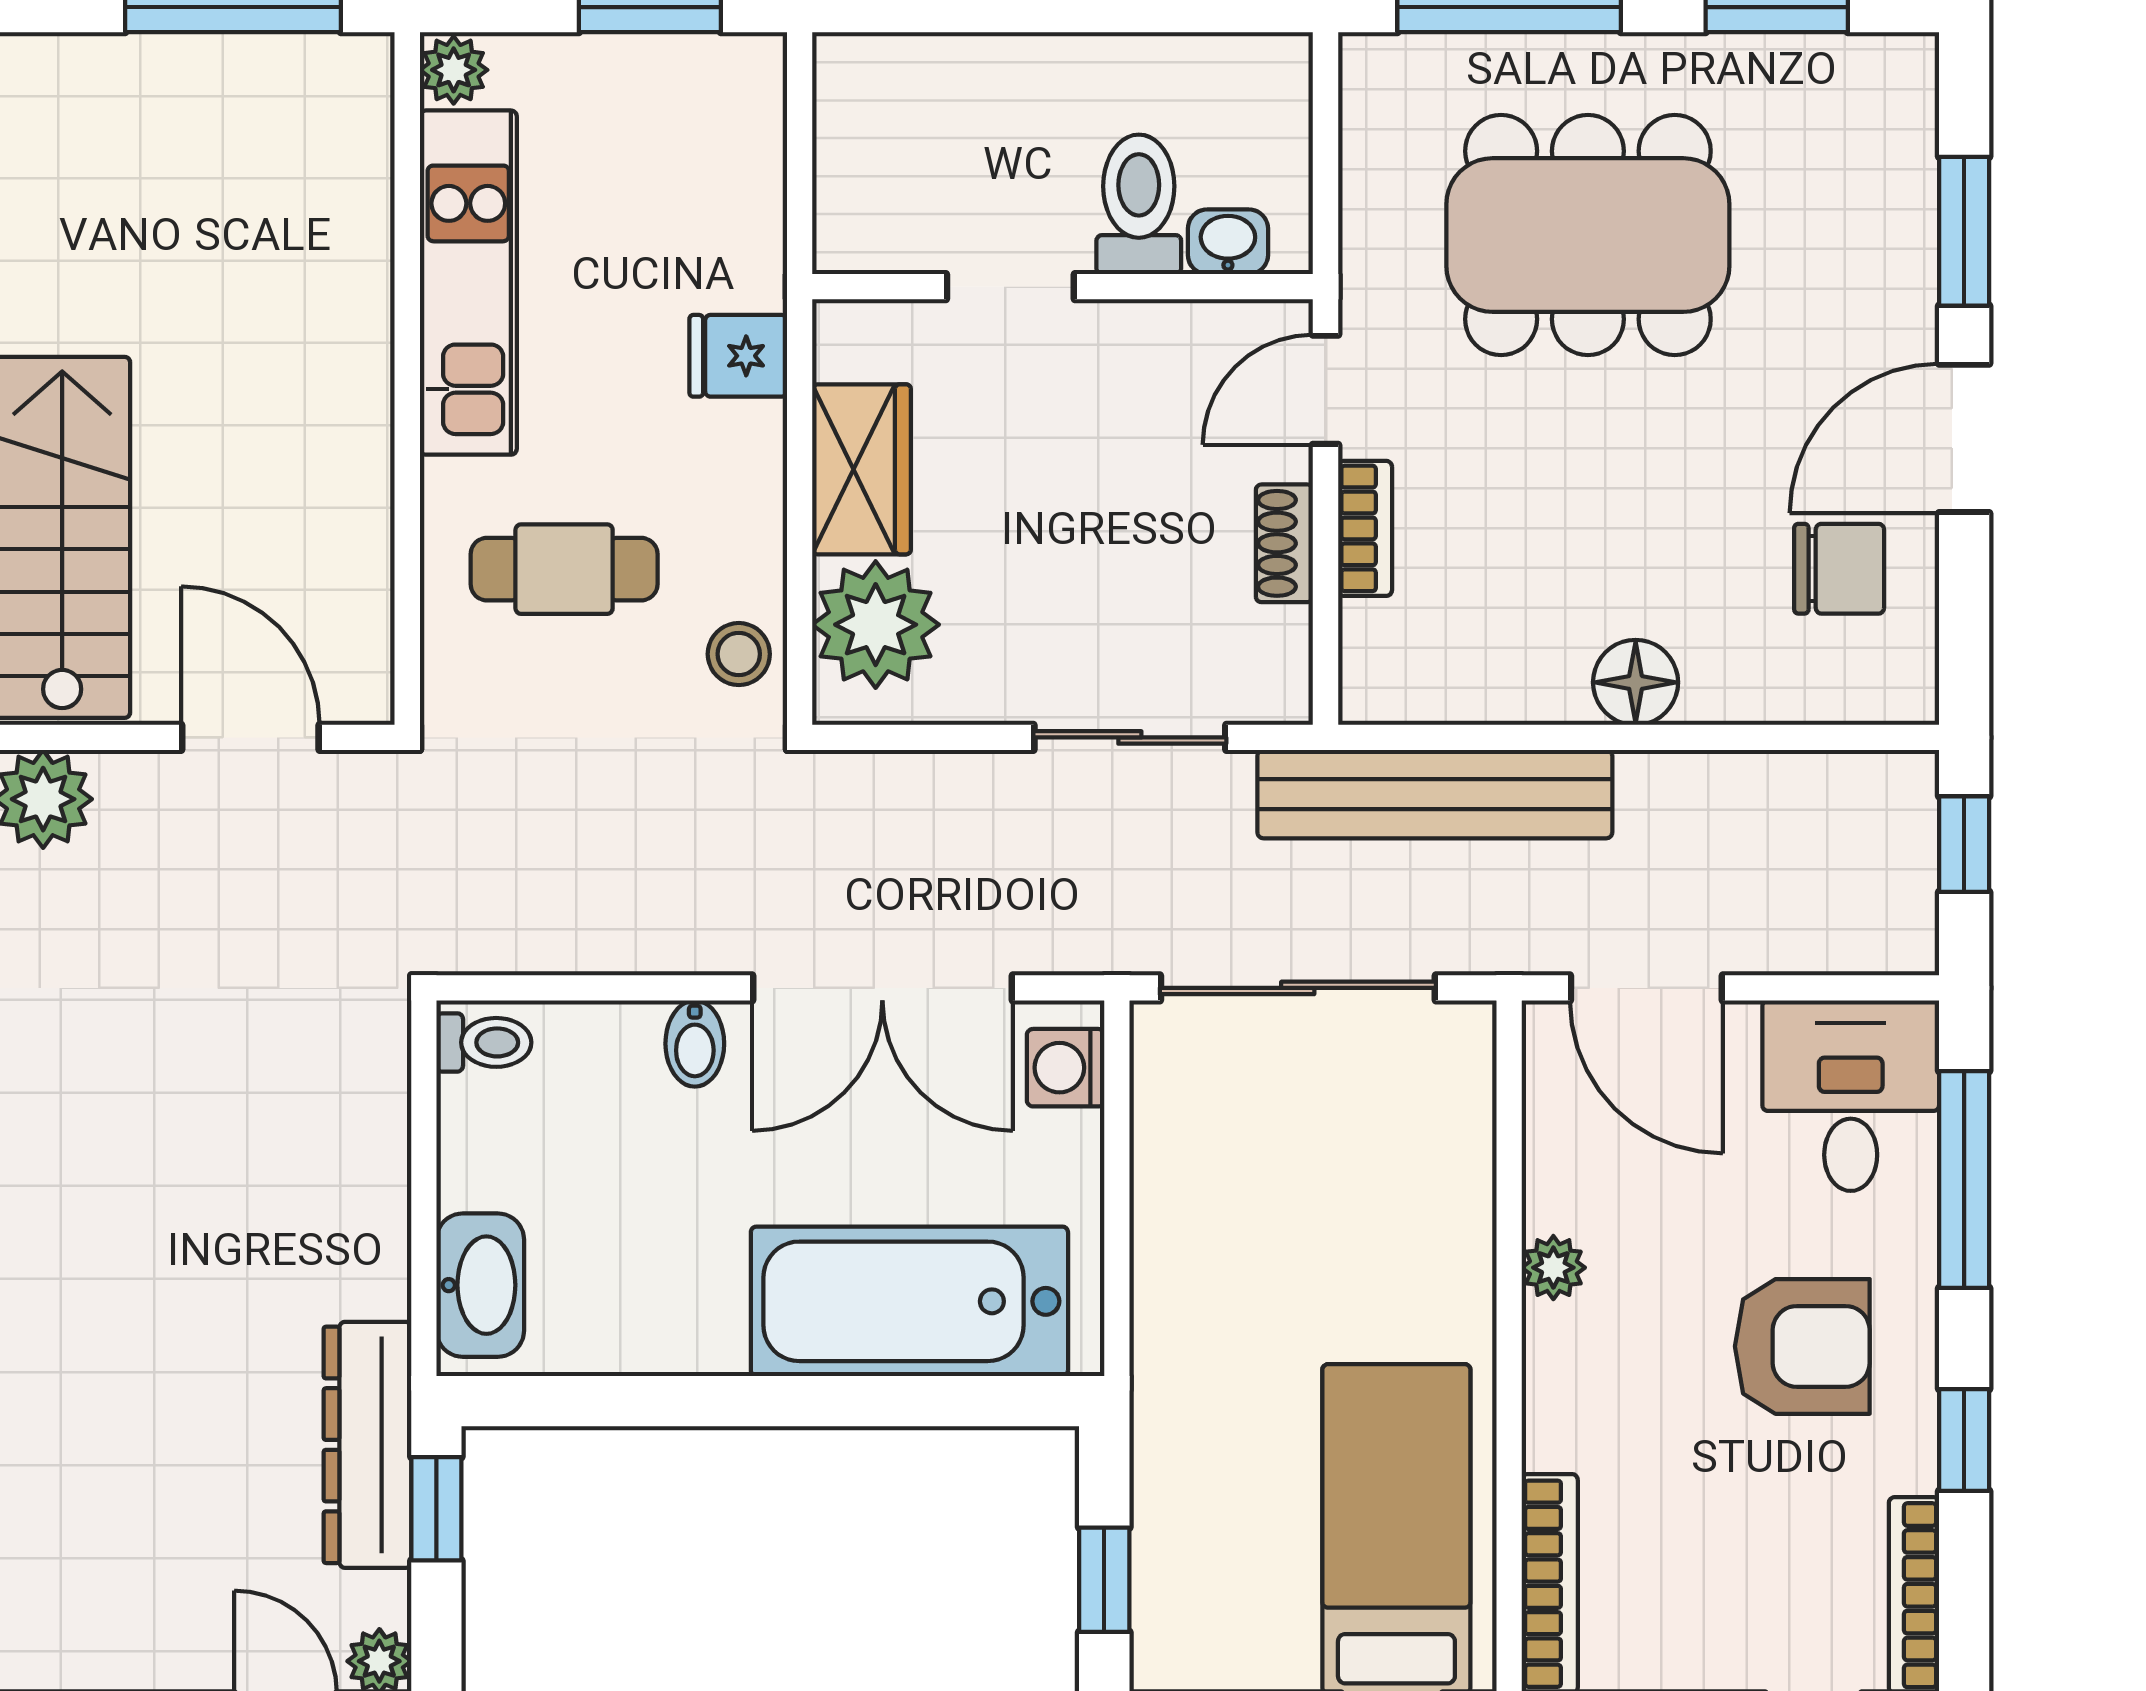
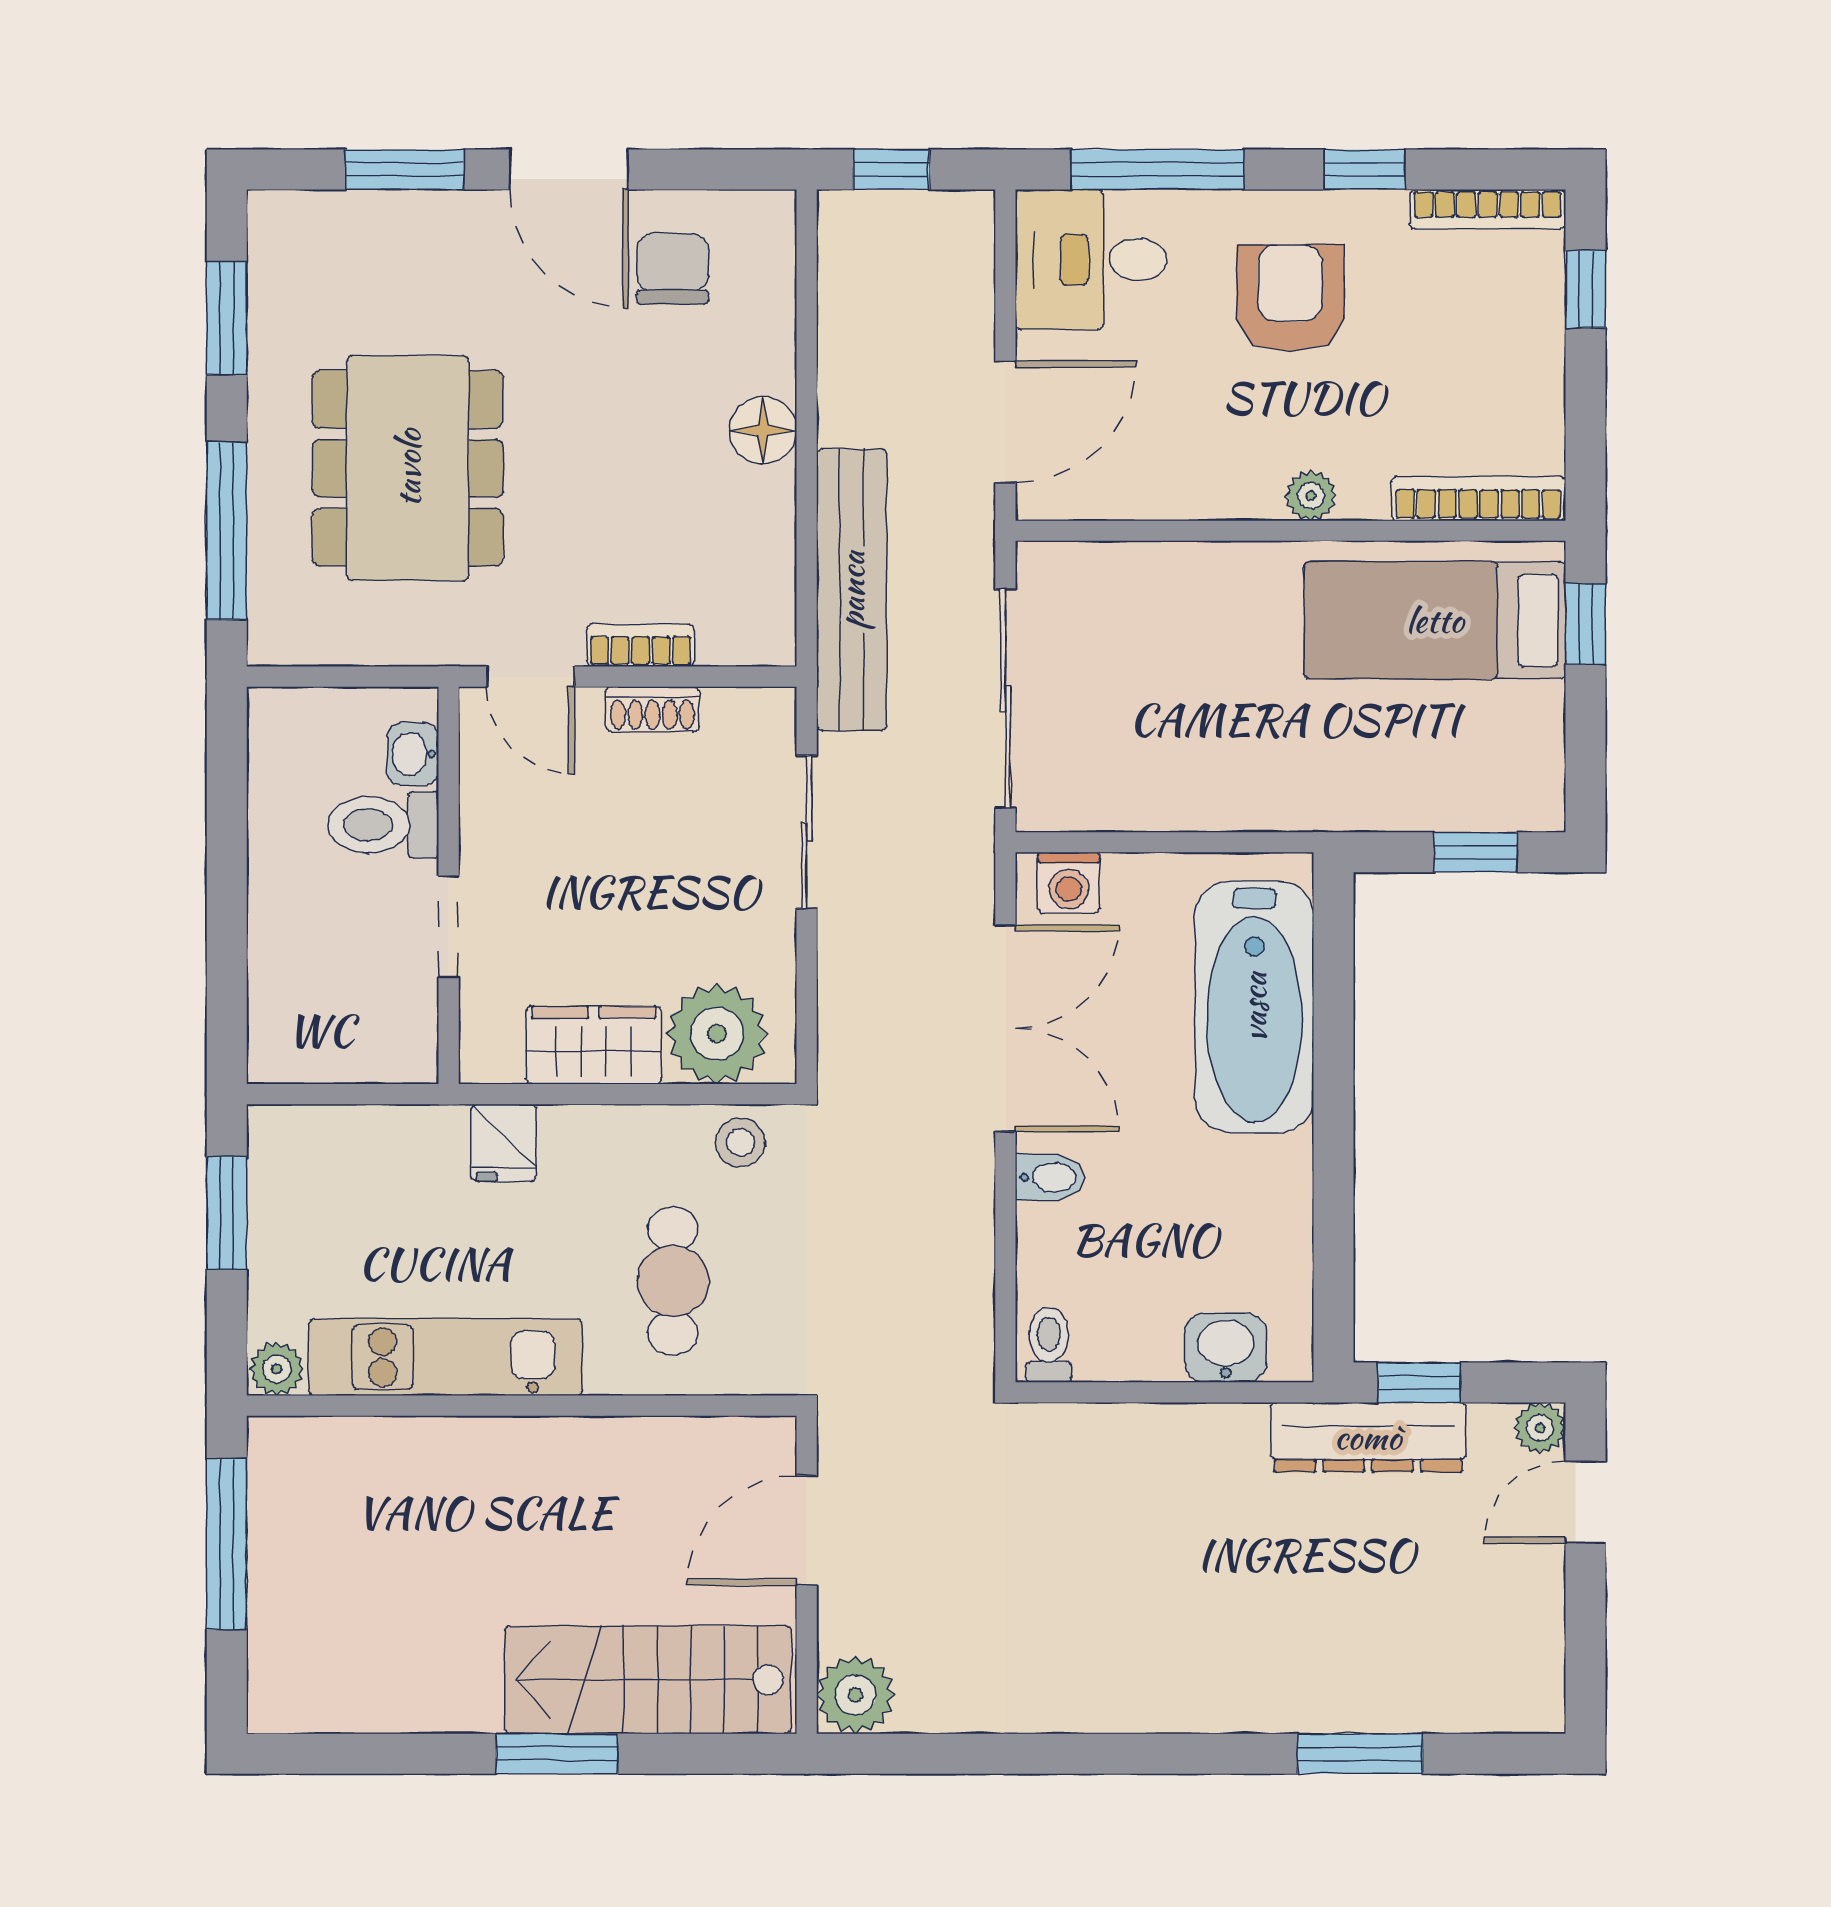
plant: (1553, 1268) -> (1311, 496), moved
washbasin: (480, 1285) -> (1226, 1348), width x0.72

